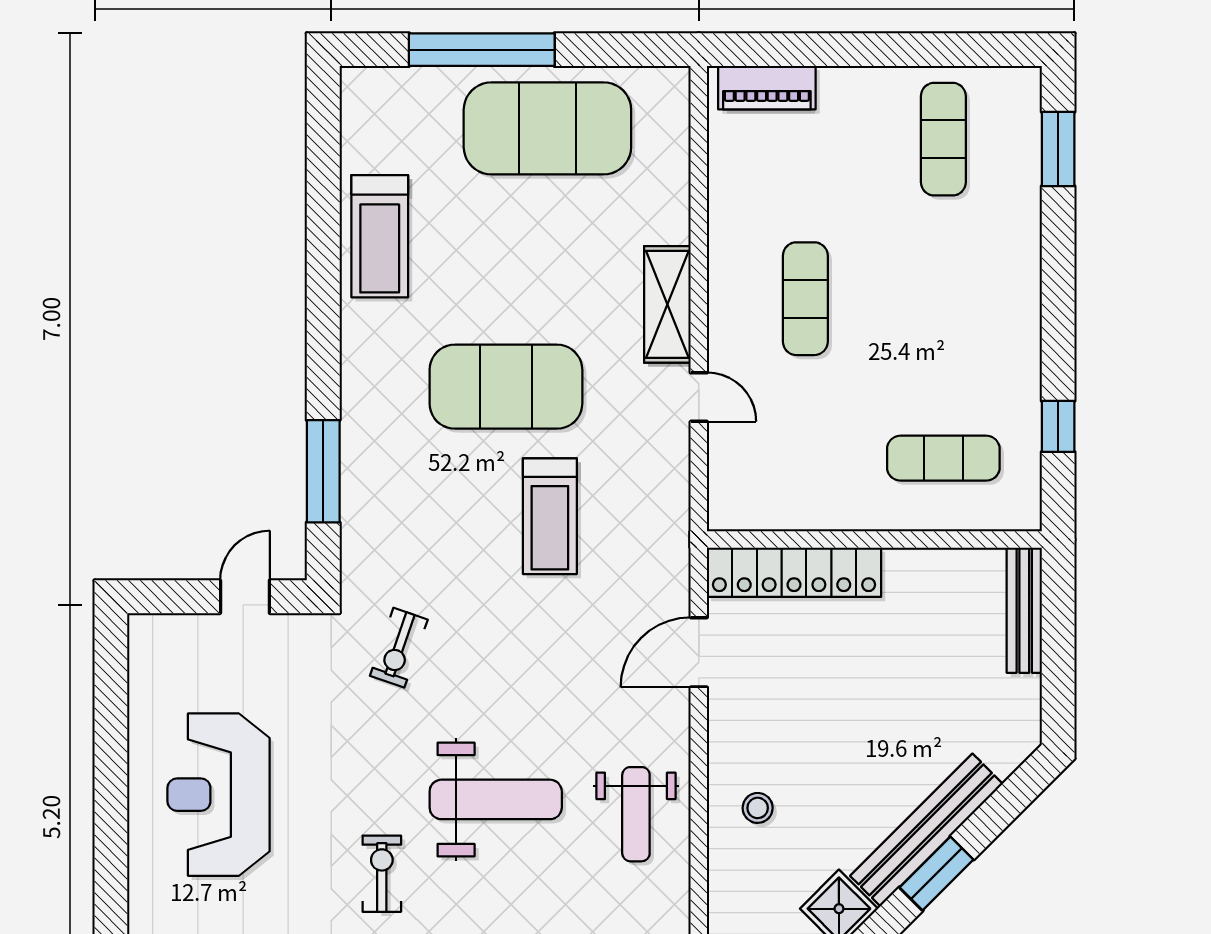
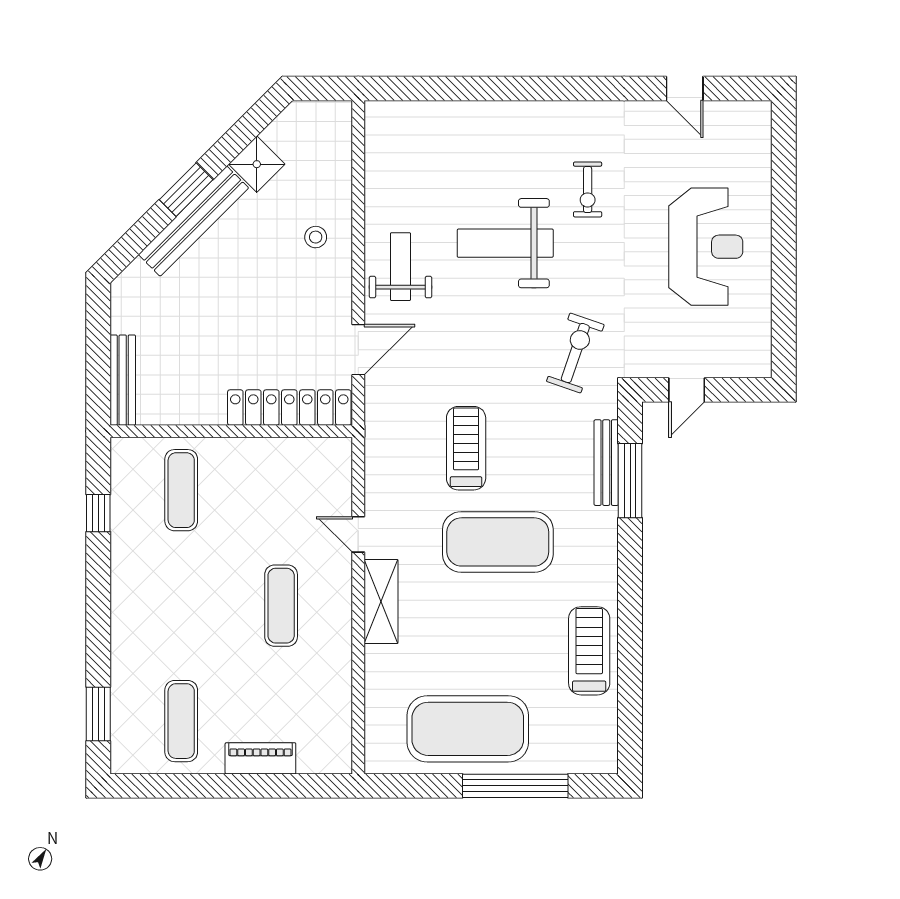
piano: (767, 88) -> (260, 758), moved
exercise mat: (943, 458) -> (181, 490), turned 90
bench: (356, 496) -> (606, 463), added
exercise bike: (399, 648) -> (575, 353), width x1.38, depth x1.39
weight bench: (636, 814) -> (400, 267), moved

